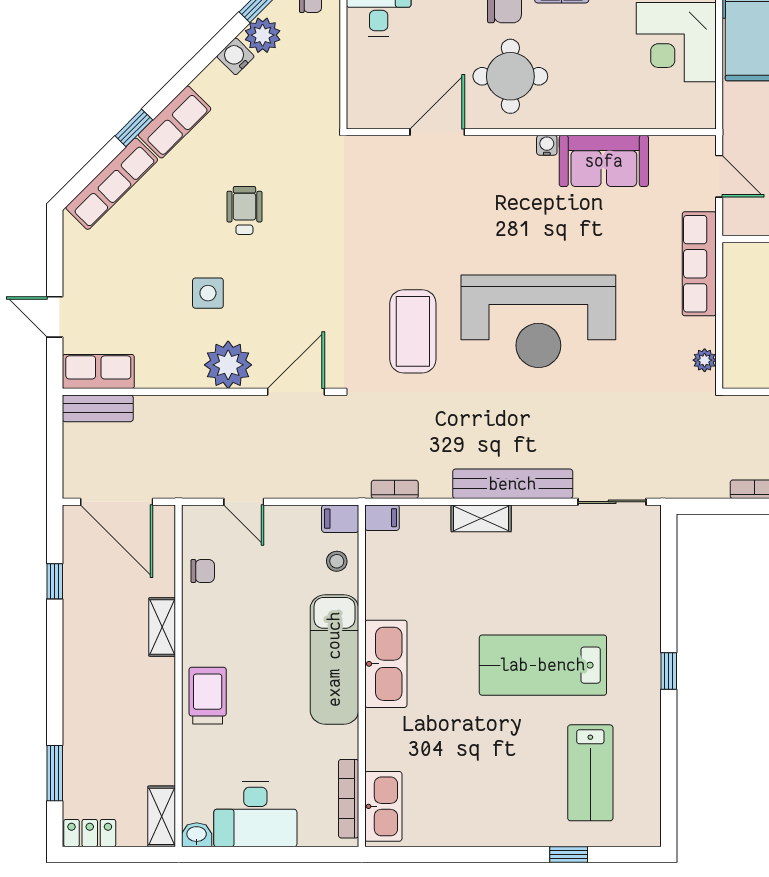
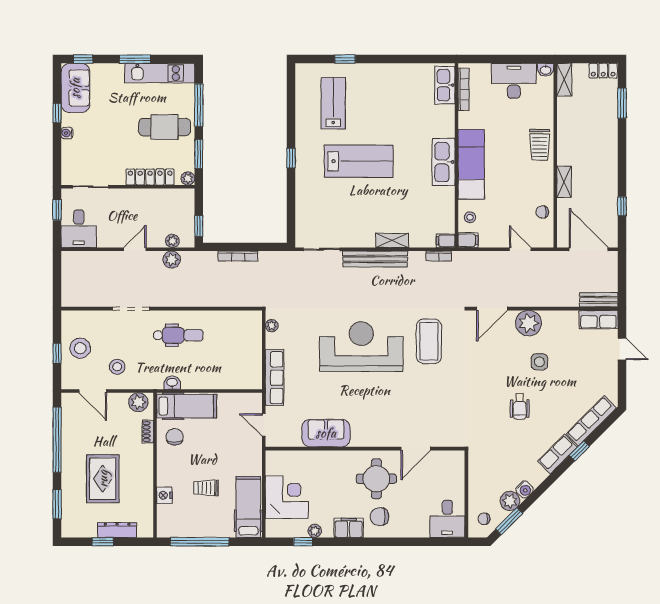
water cooler: (547, 145) -> (357, 442), removed

